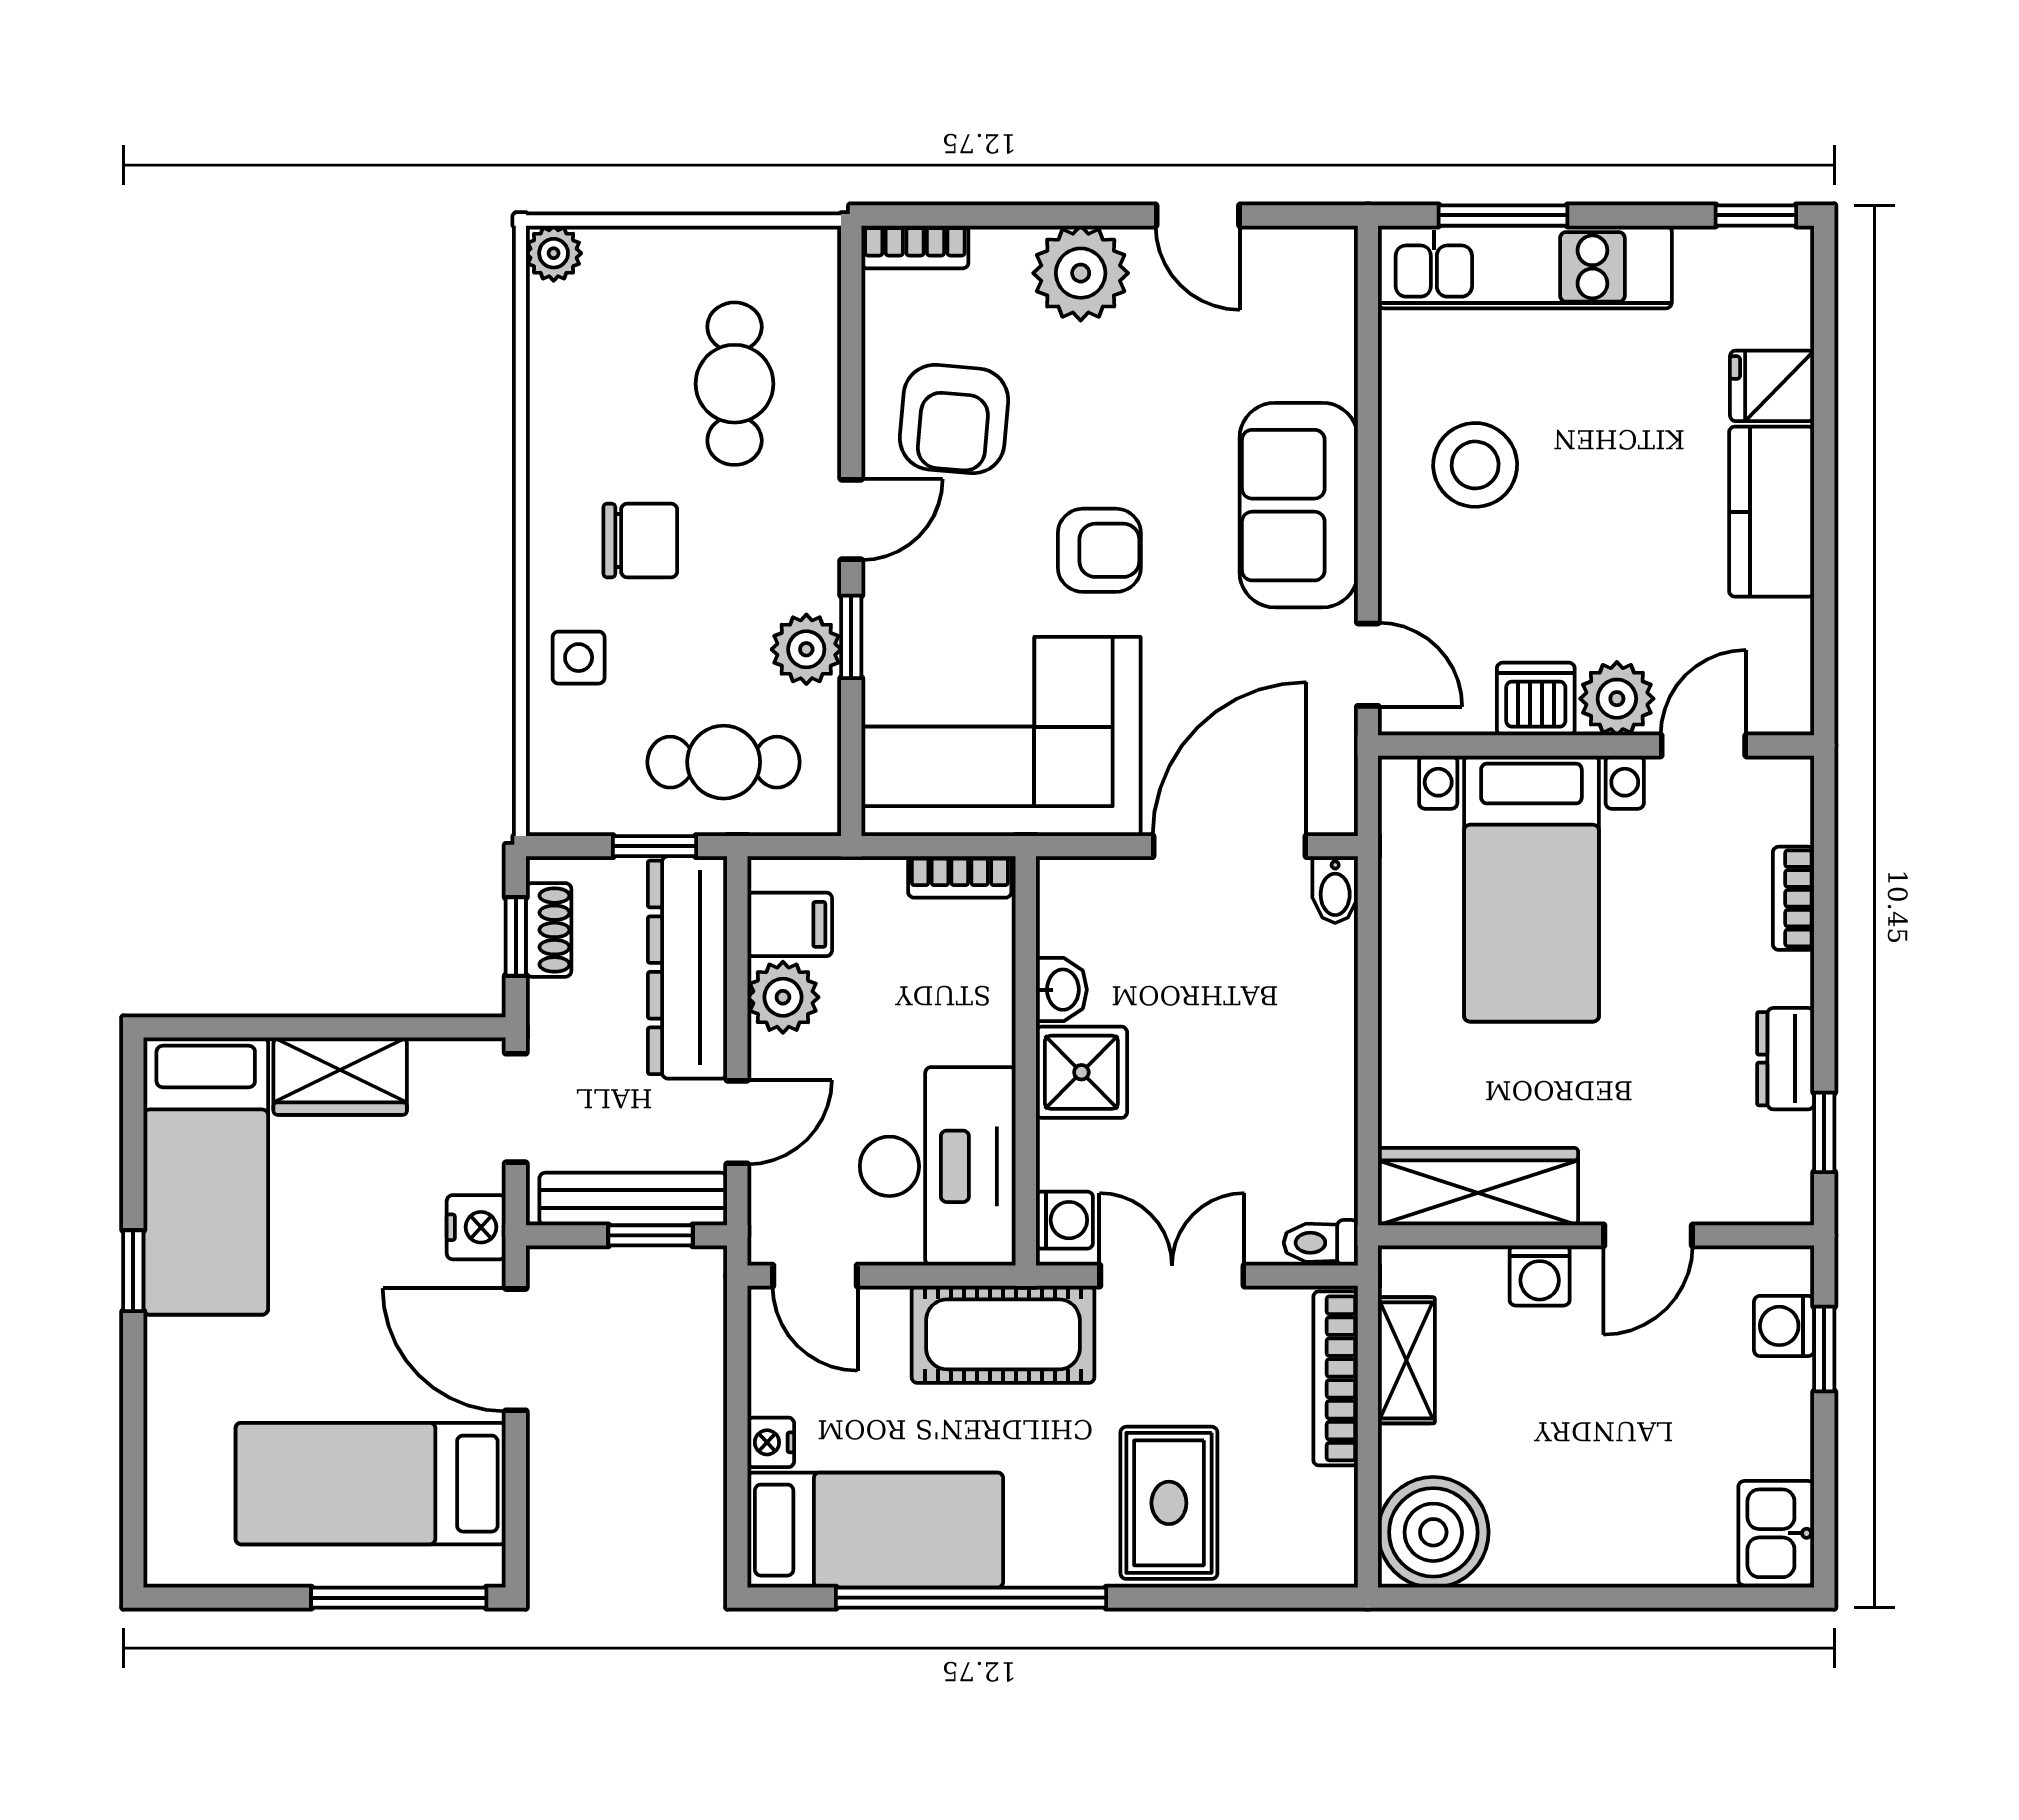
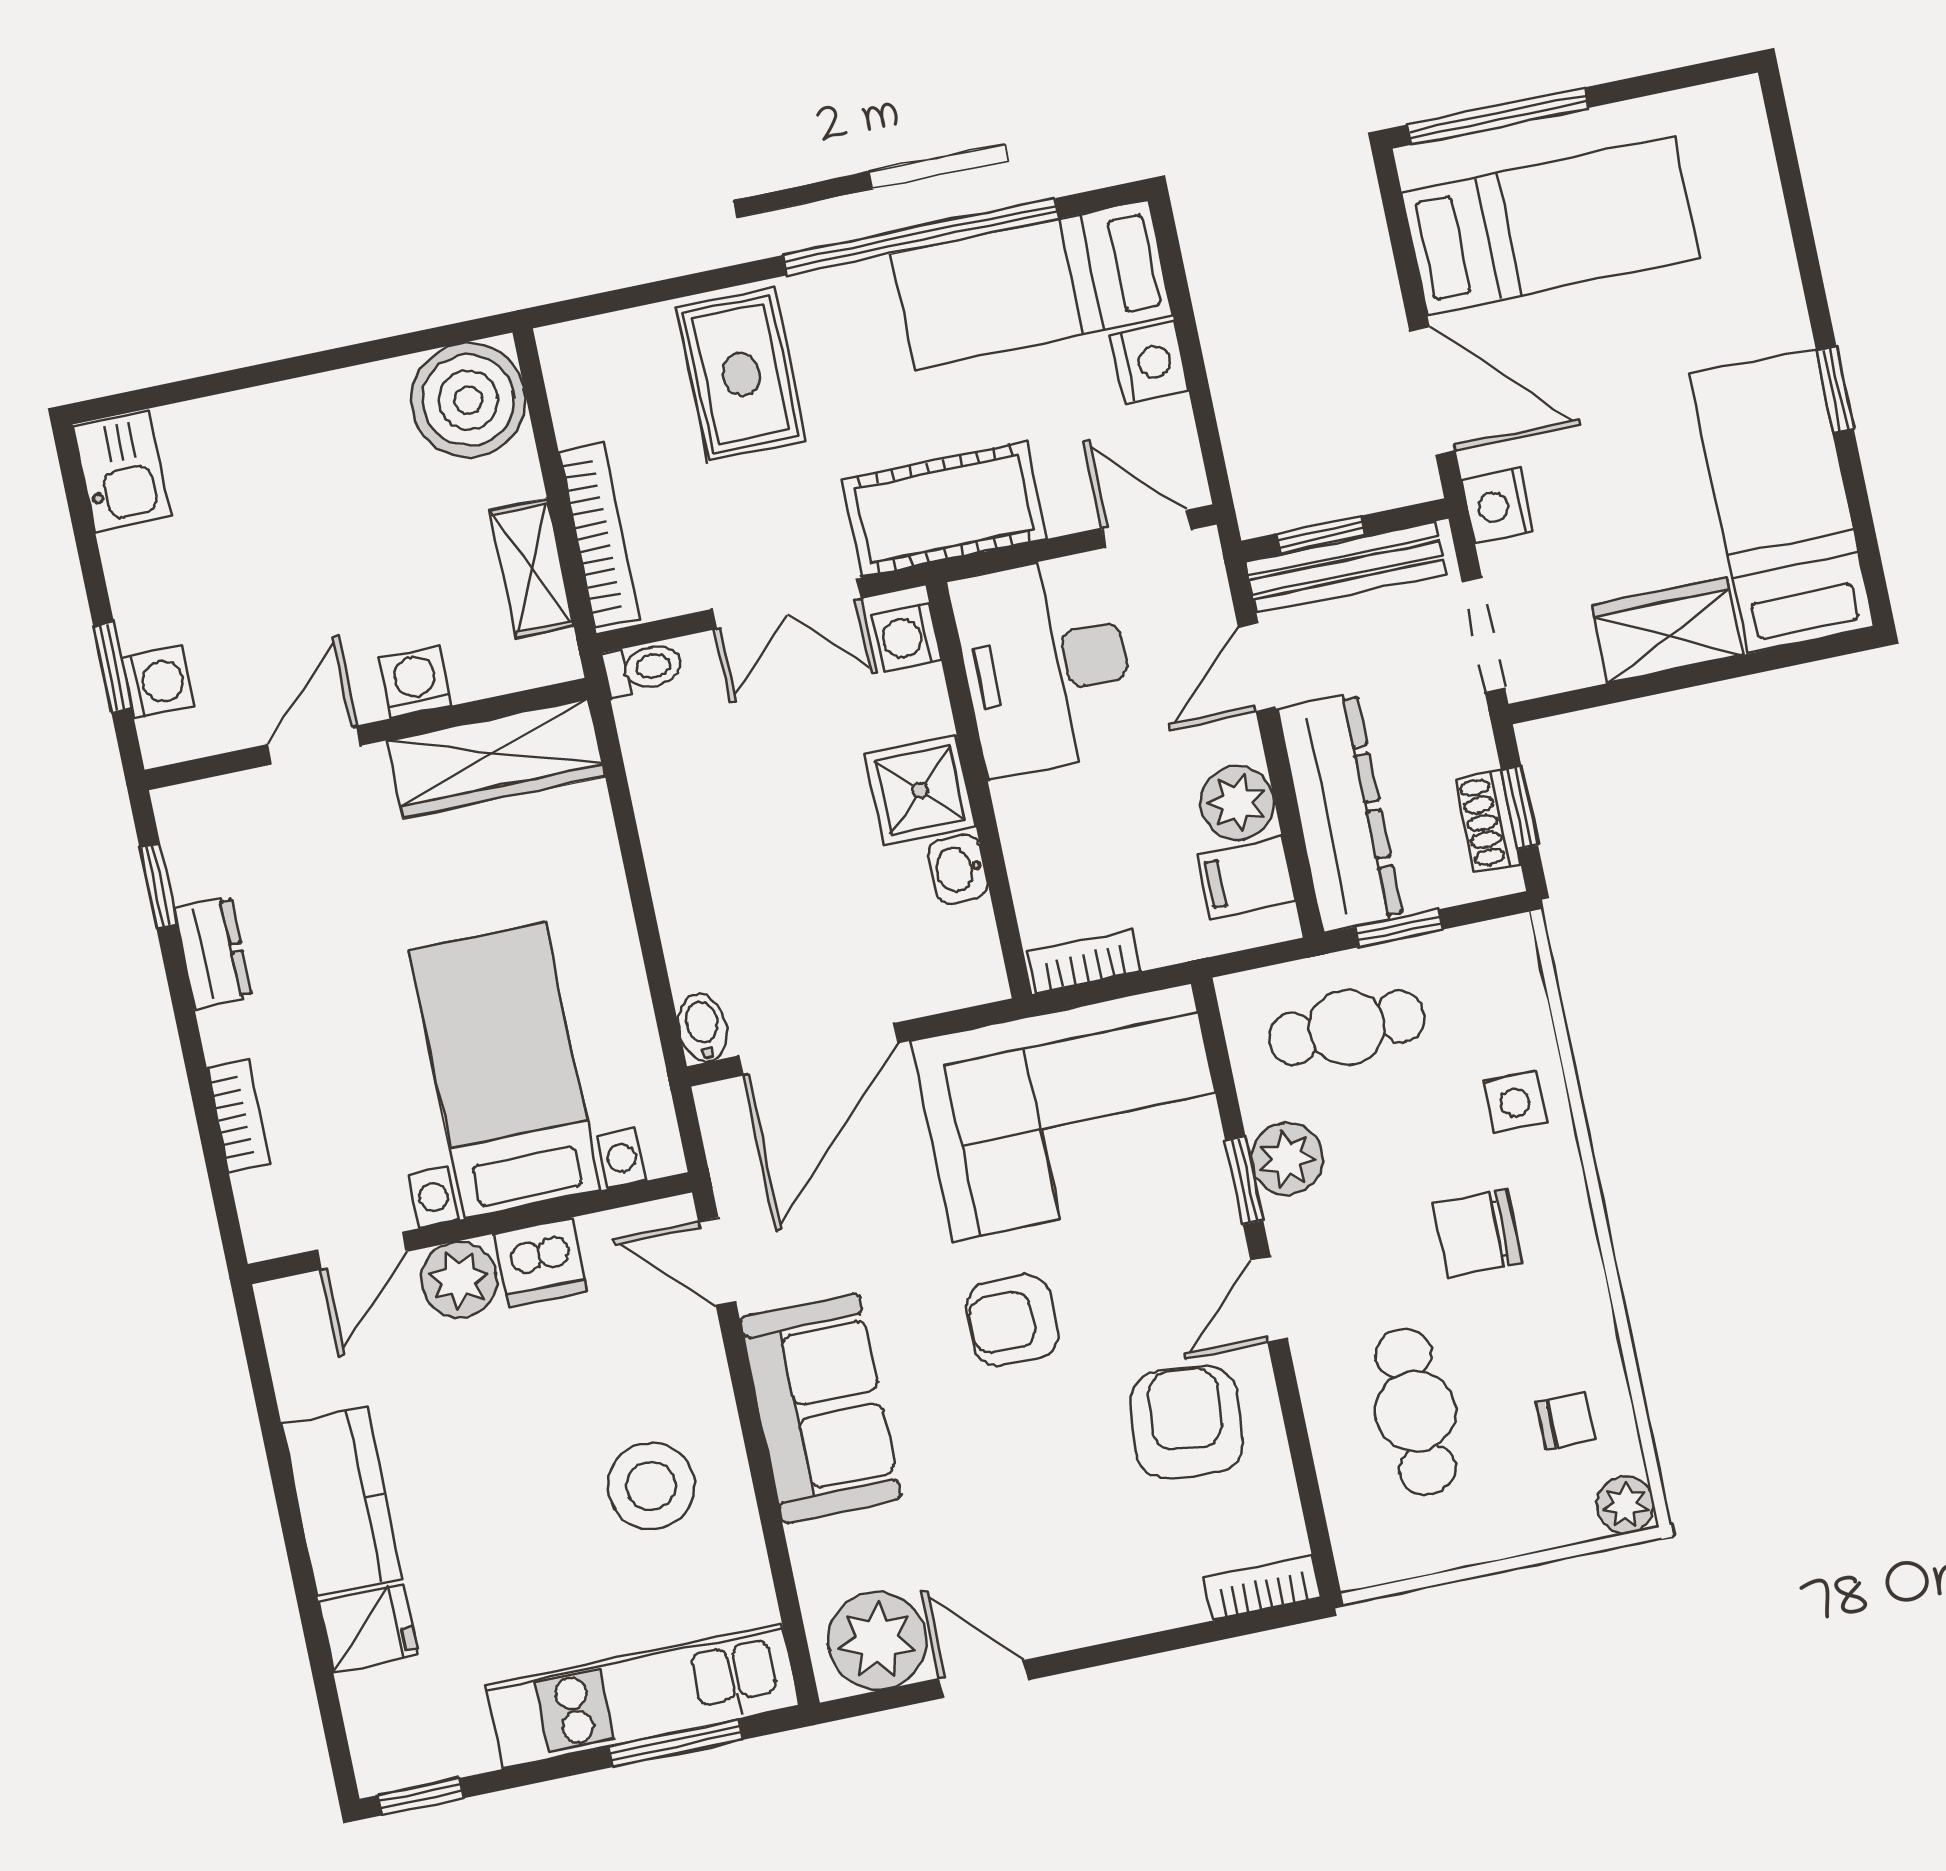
plant: (1081, 273) -> (877, 1641), moved
chair: (593, 345) -> (1566, 1421), added
nightstand: (771, 1442) -> (1149, 363), width x1.39, depth x1.35

